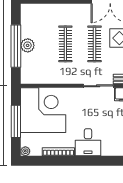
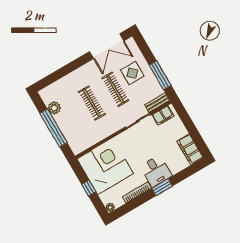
plant: (28, 45) -> (54, 108), moved
window: (16, 121) -> (89, 188), width x0.46
window: (85, 161) -> (162, 187), added

